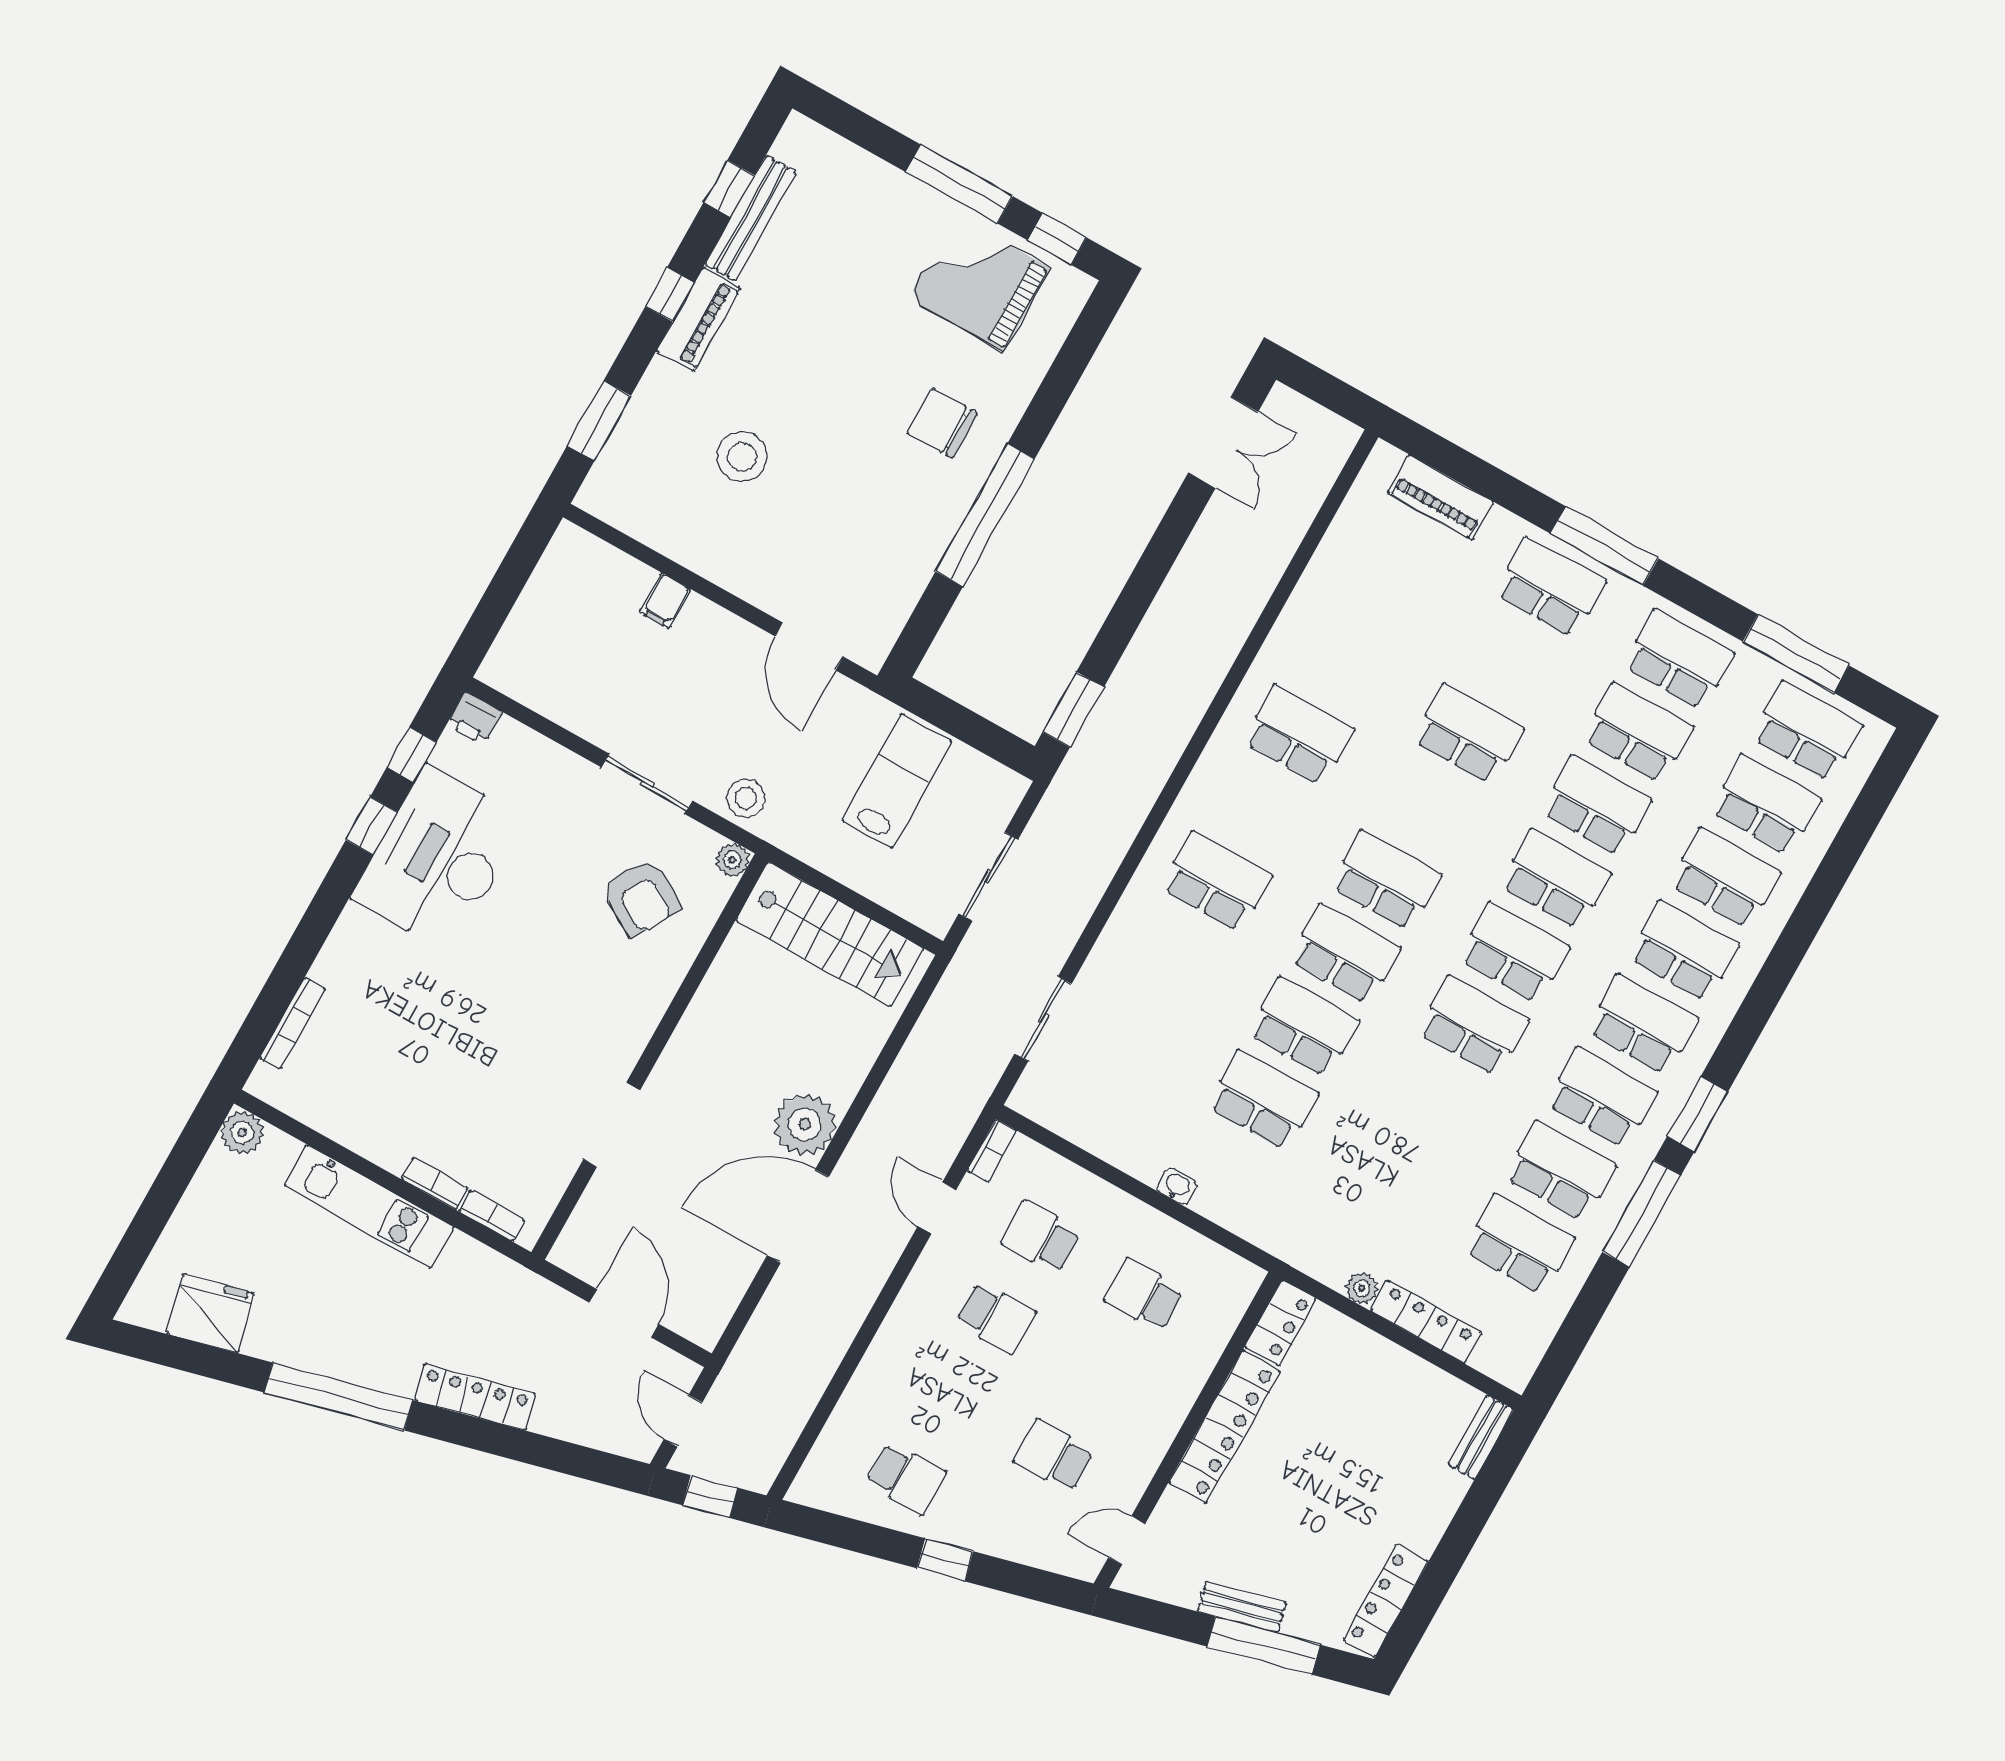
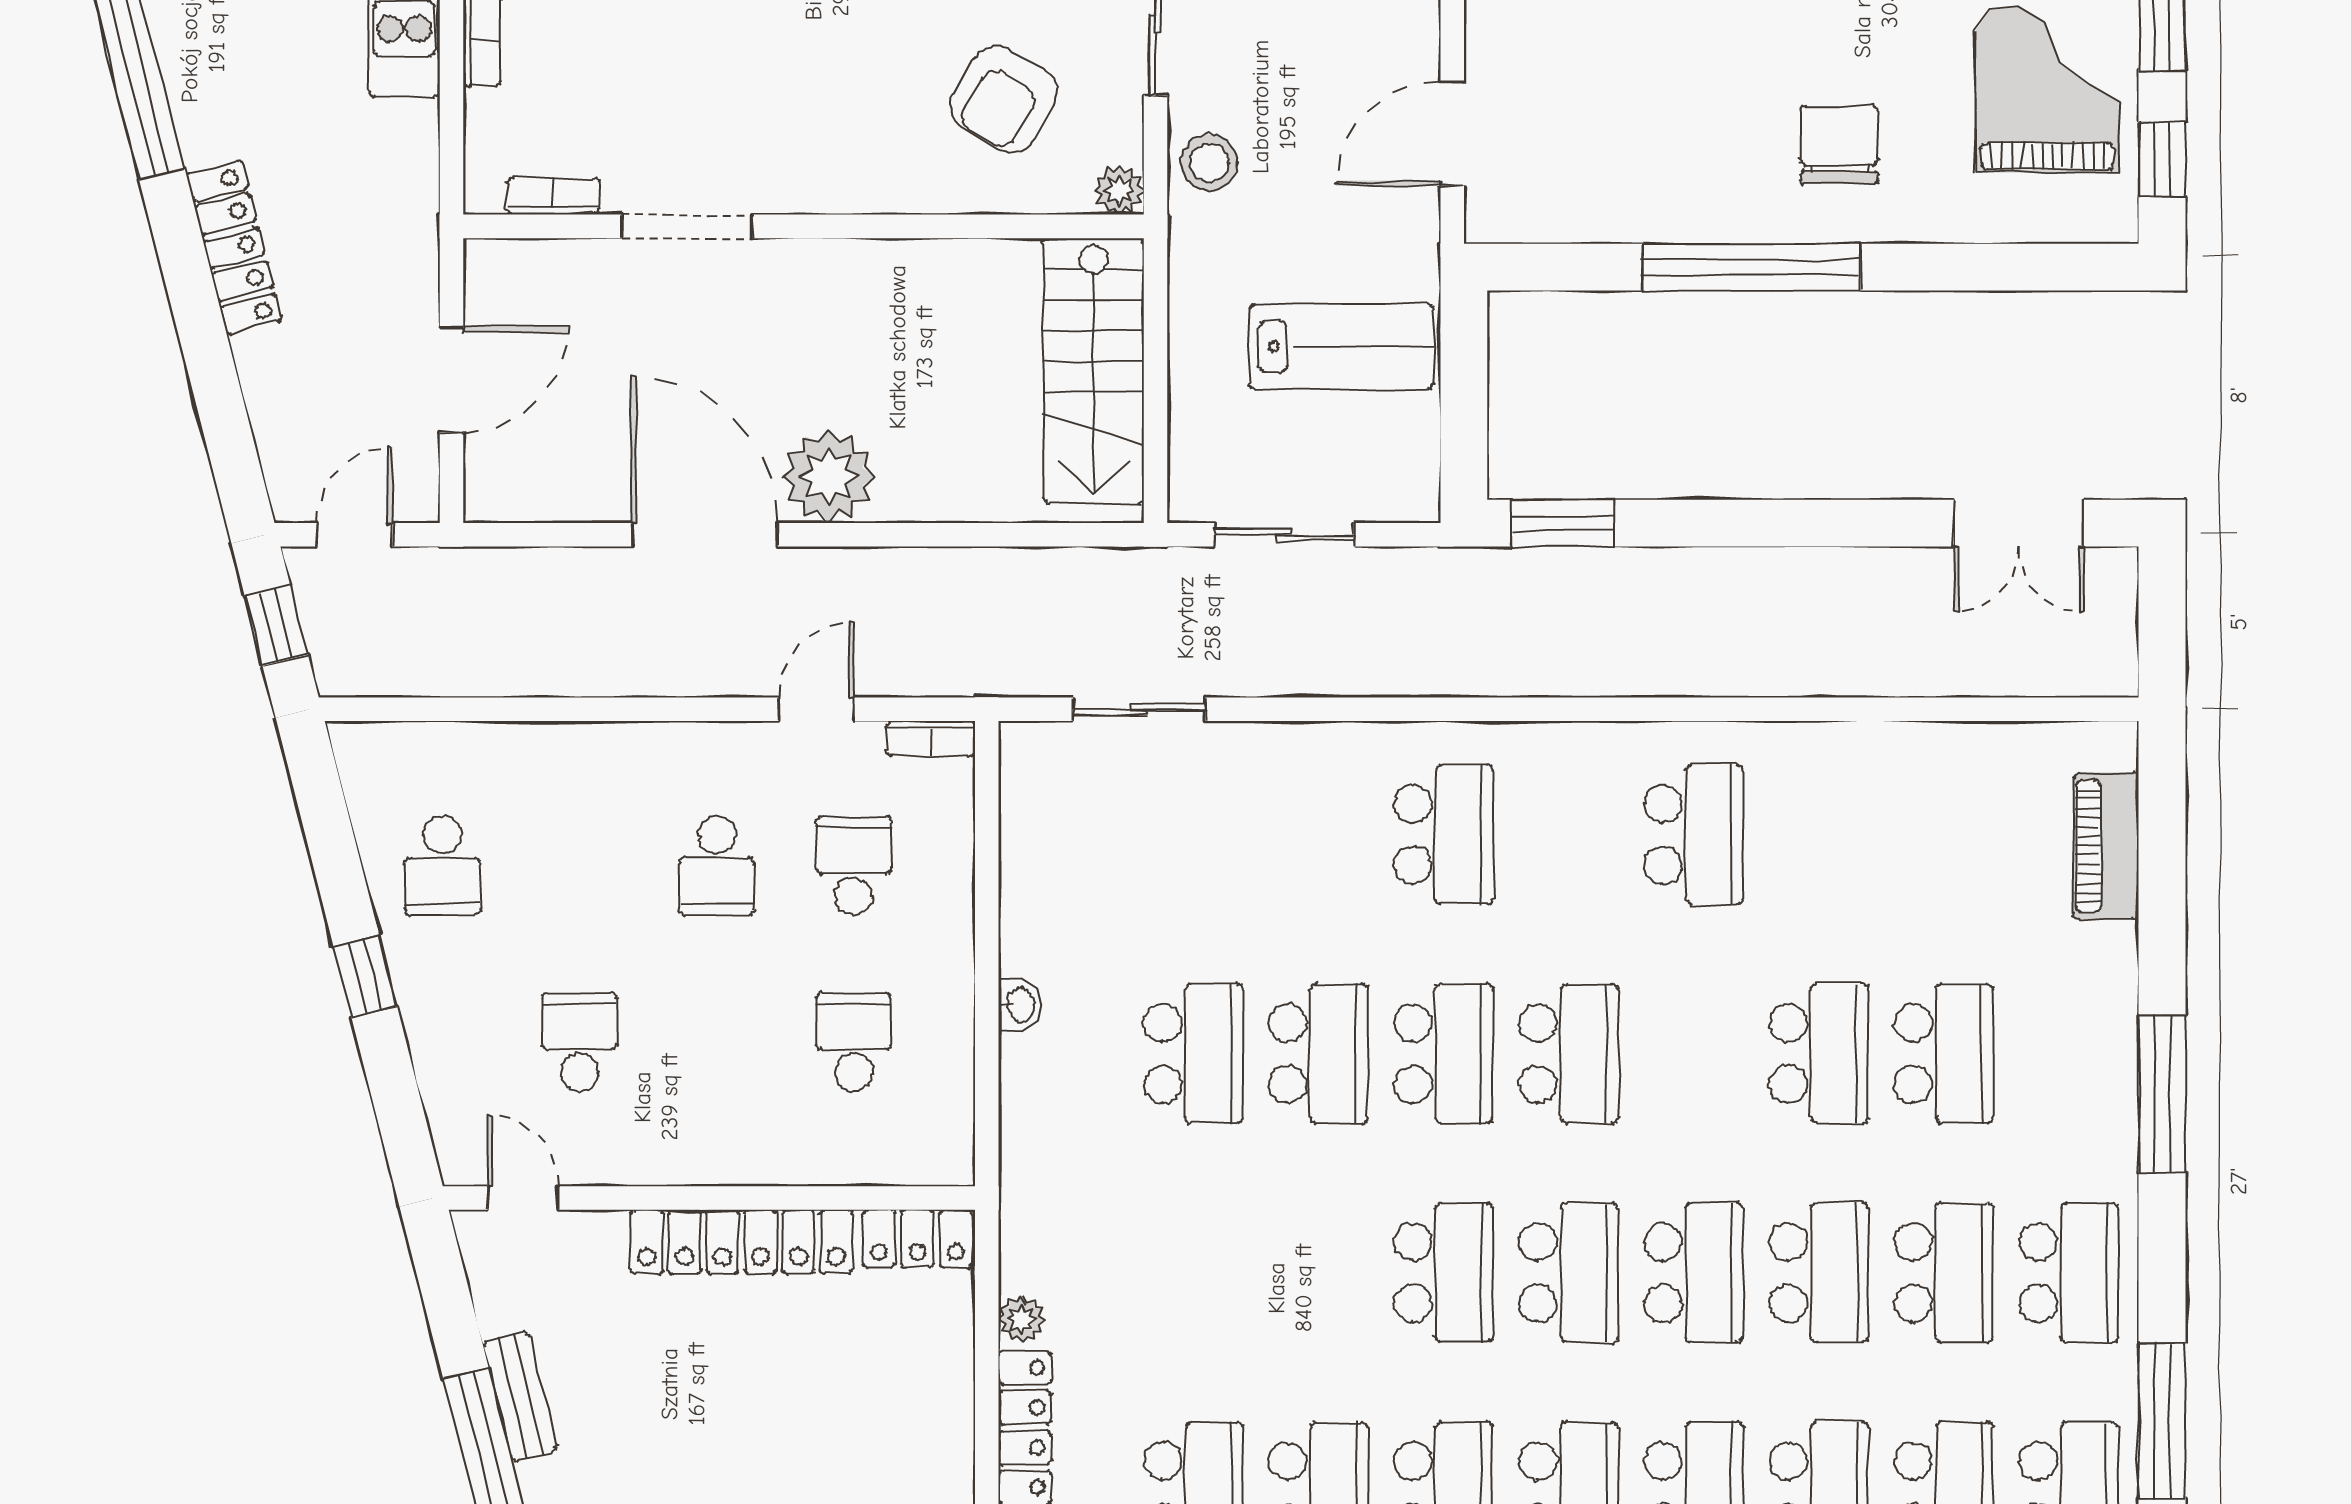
school desk: (1550, 587) -> (1944, 1054), moved
bookcase: (492, 1216) -> (553, 196), moved, turned -90

